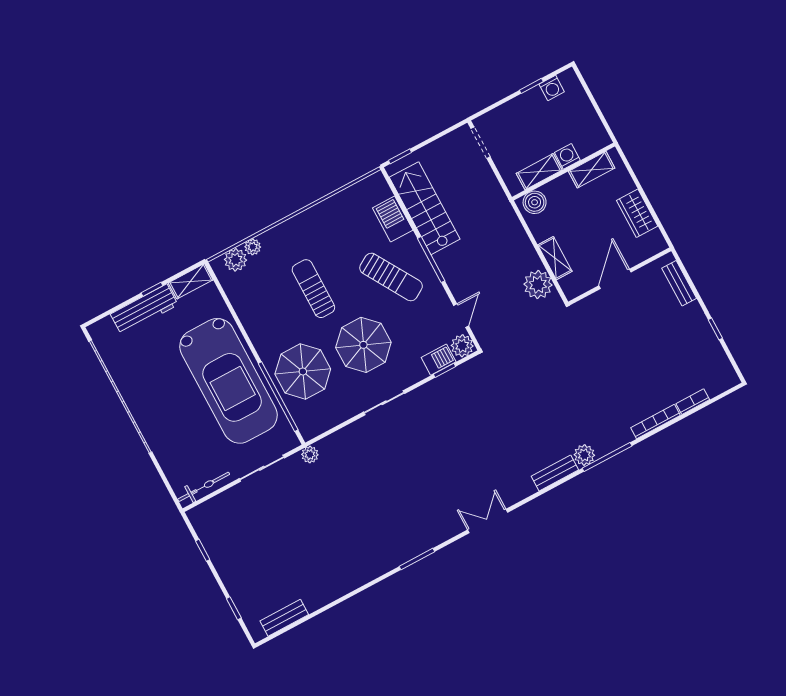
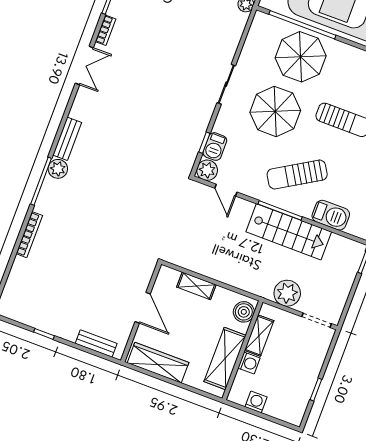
washing machine: (552, 88) -> (256, 402), moved, turned 90
shelving: (592, 170) -> (225, 358), width x1.50, depth x1.33
stairs: (425, 208) -> (289, 232), moved
wardrobe: (637, 213) -> (158, 363), width x1.50
plant: (538, 285) -> (287, 293), moved
bookcase: (693, 402) -> (106, 30), moved

